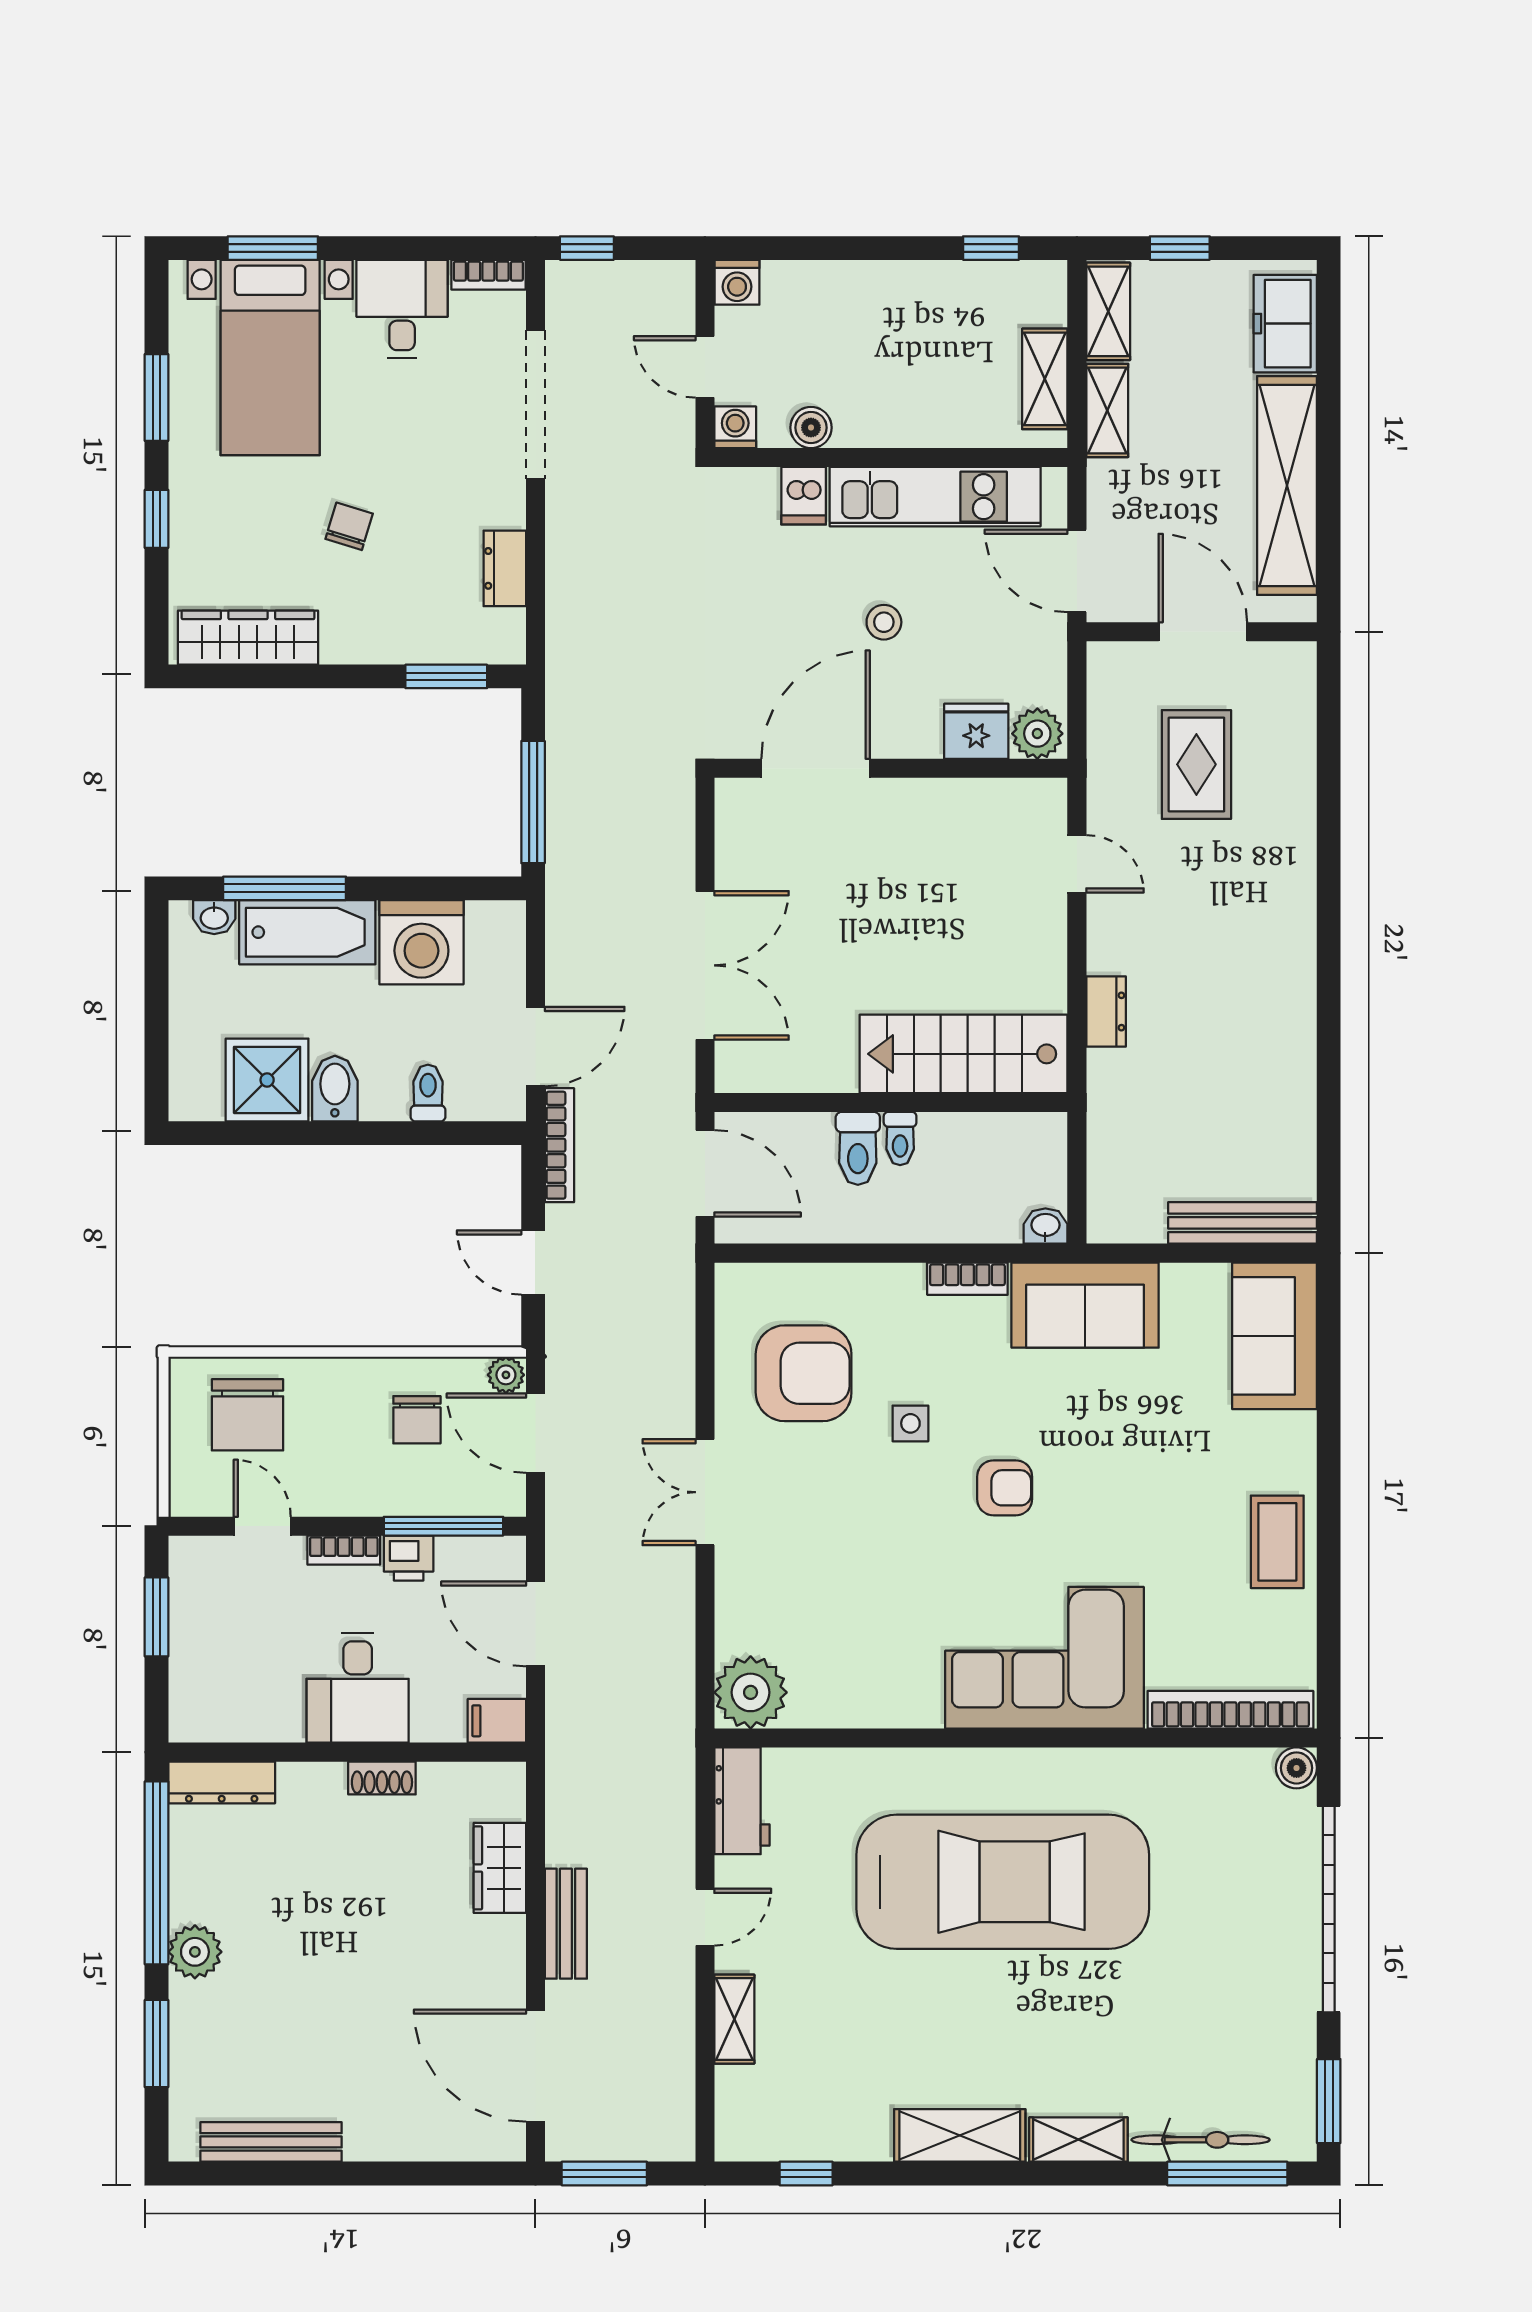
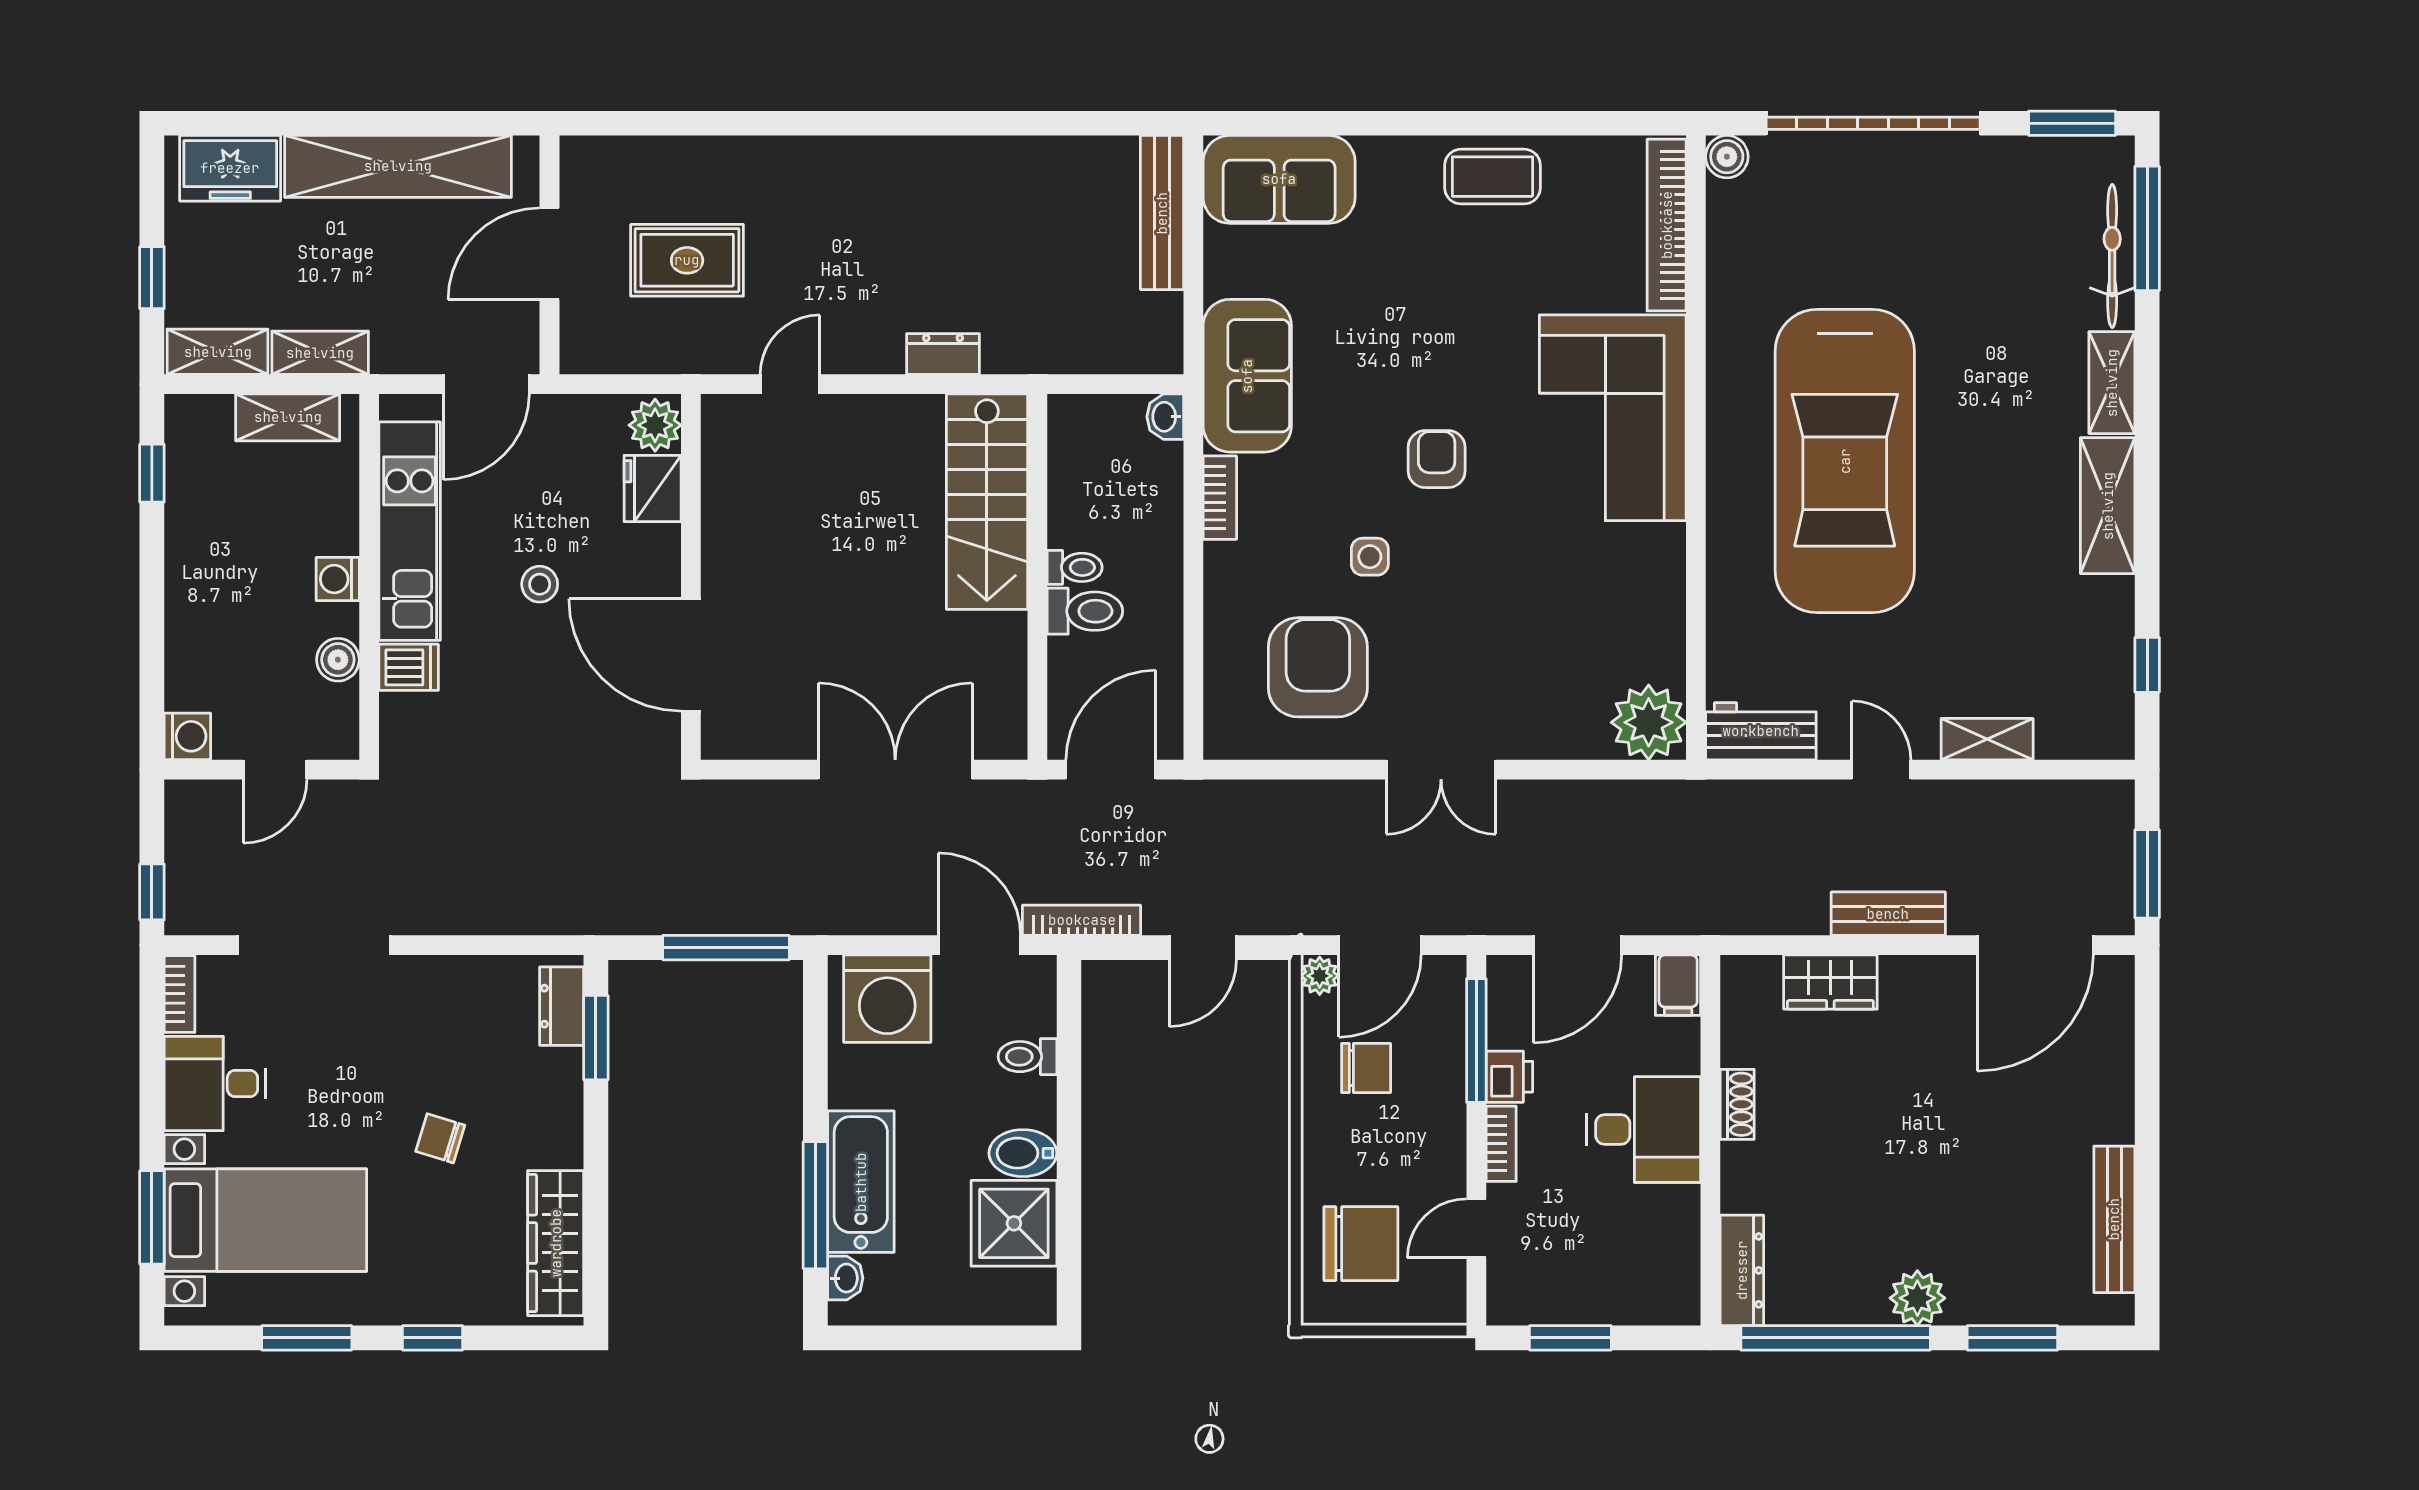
washing machine: (735, 427) -> (338, 579), moved
dresser: (505, 568) -> (562, 1006), moved, turned 90
washing machine: (421, 942) -> (887, 999), moved, turned 90
car: (1003, 1882) -> (1845, 461), turned 180

